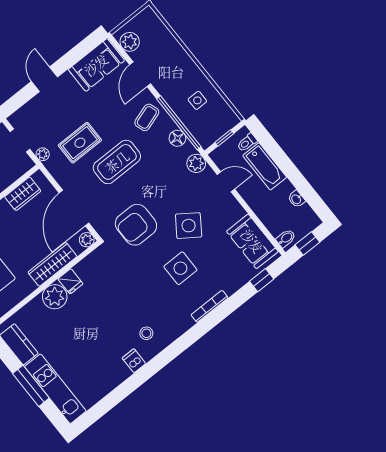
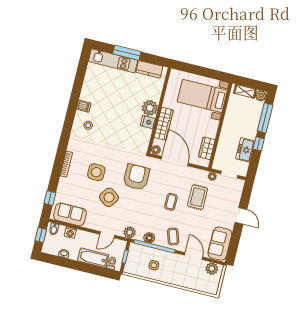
coffee table: (117, 162) -> (171, 202), width x0.54, depth x0.58
washing machine: (269, 219) -> (70, 233), added

